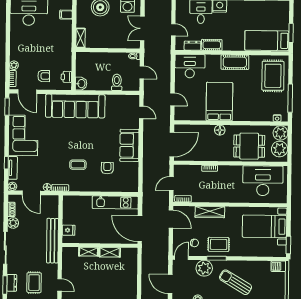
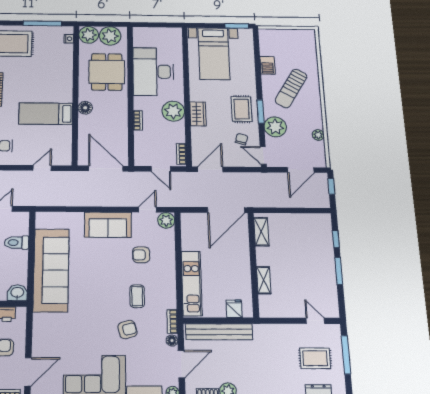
bed: (219, 102) -> (46, 114), width x0.67
sofa: (75, 106) -> (51, 270), moved
door: (141, 112) -> (147, 210), moved
armchair: (55, 158) -> (127, 330), added
desk: (263, 181) -> (153, 72), moved
plant: (132, 186) -> (166, 220), added
plant: (217, 194) -> (173, 111), added
kitchen unit: (115, 202) -> (192, 283), moved
wardrobe: (210, 212) -> (198, 114), width x0.67
bench: (53, 241) -> (219, 332), moved
shelving: (110, 252) -> (261, 232), moved
barbecue: (279, 266) -> (267, 65), moved
door: (60, 285) -> (315, 321), hinge flipped

